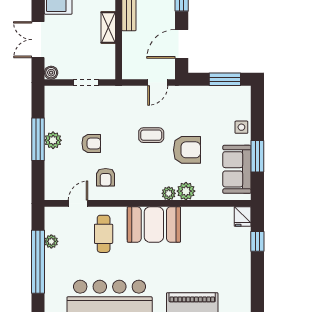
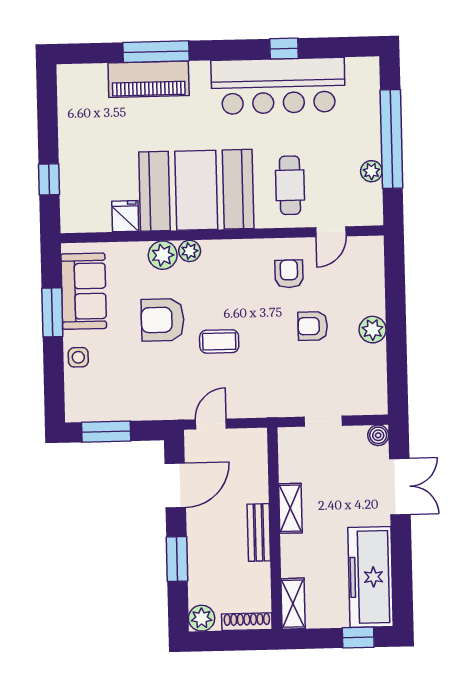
window: (38, 139) -> (396, 331), removed
fridge: (243, 217) -> (125, 216), moved
booth: (154, 225) -> (196, 190), width x1.36, depth x1.42

